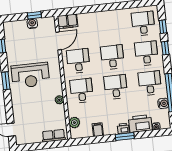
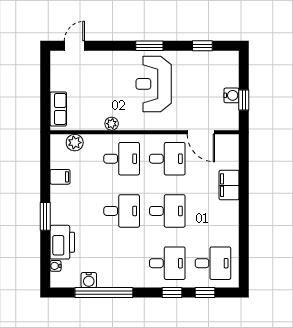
filing cabinet: (67, 21) -> (229, 185), moved
desk: (150, 83) -> (122, 263), removed
printer: (123, 128) -> (58, 216), removed

